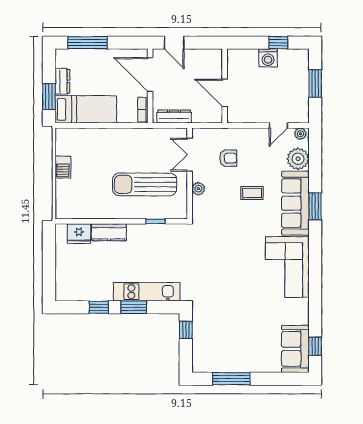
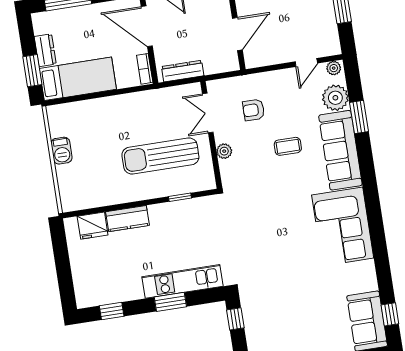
door: (225, 93) -> (237, 34), swing flipped
armchair: (228, 158) -> (254, 110), turned 180
window: (315, 206) -> (359, 117), moved
window: (99, 307) -> (112, 311), moved

